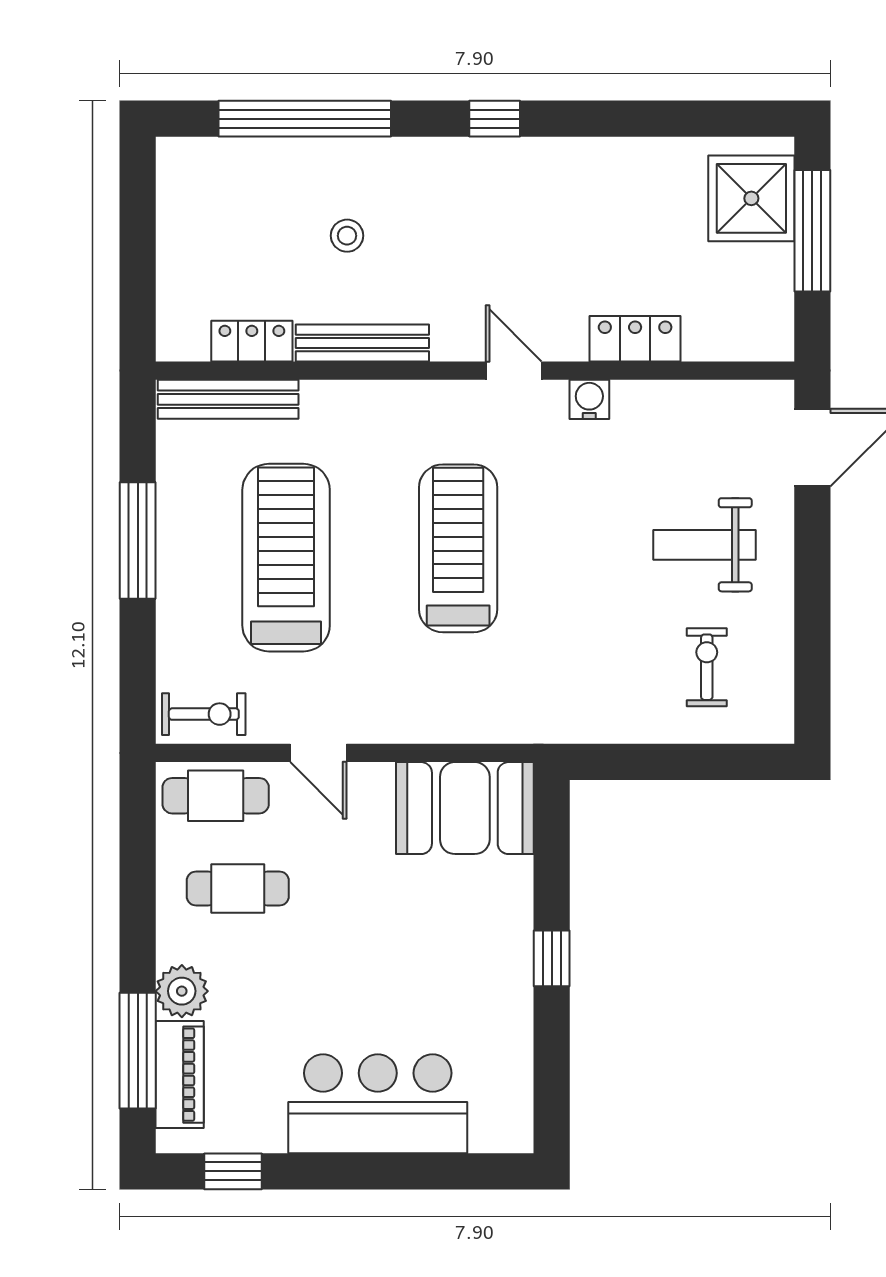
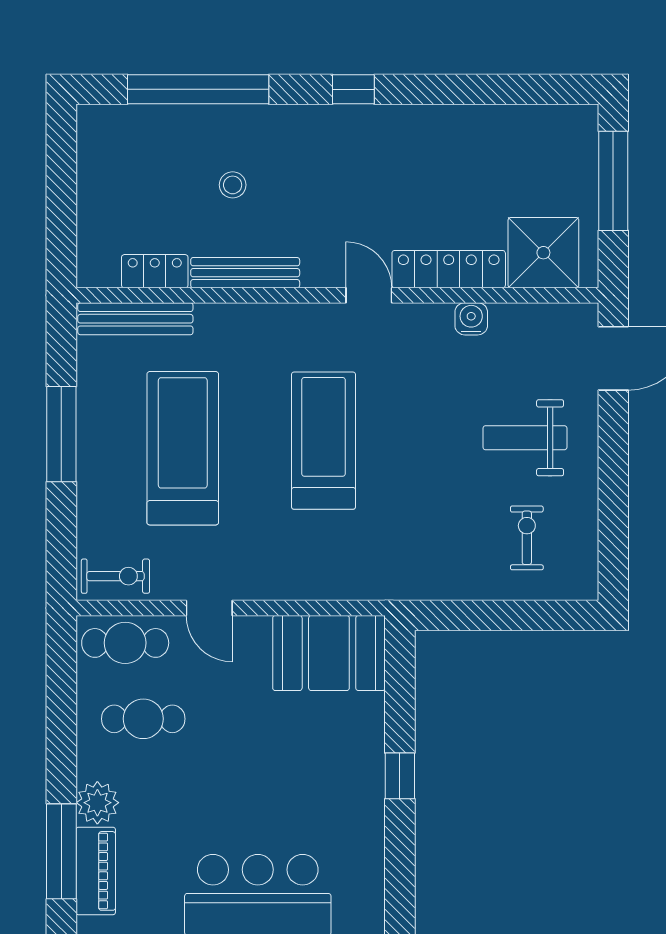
shower: (751, 198) -> (543, 253), moved
locker: (635, 339) -> (449, 269), width x1.53
water cooler: (589, 399) -> (471, 319), moved

